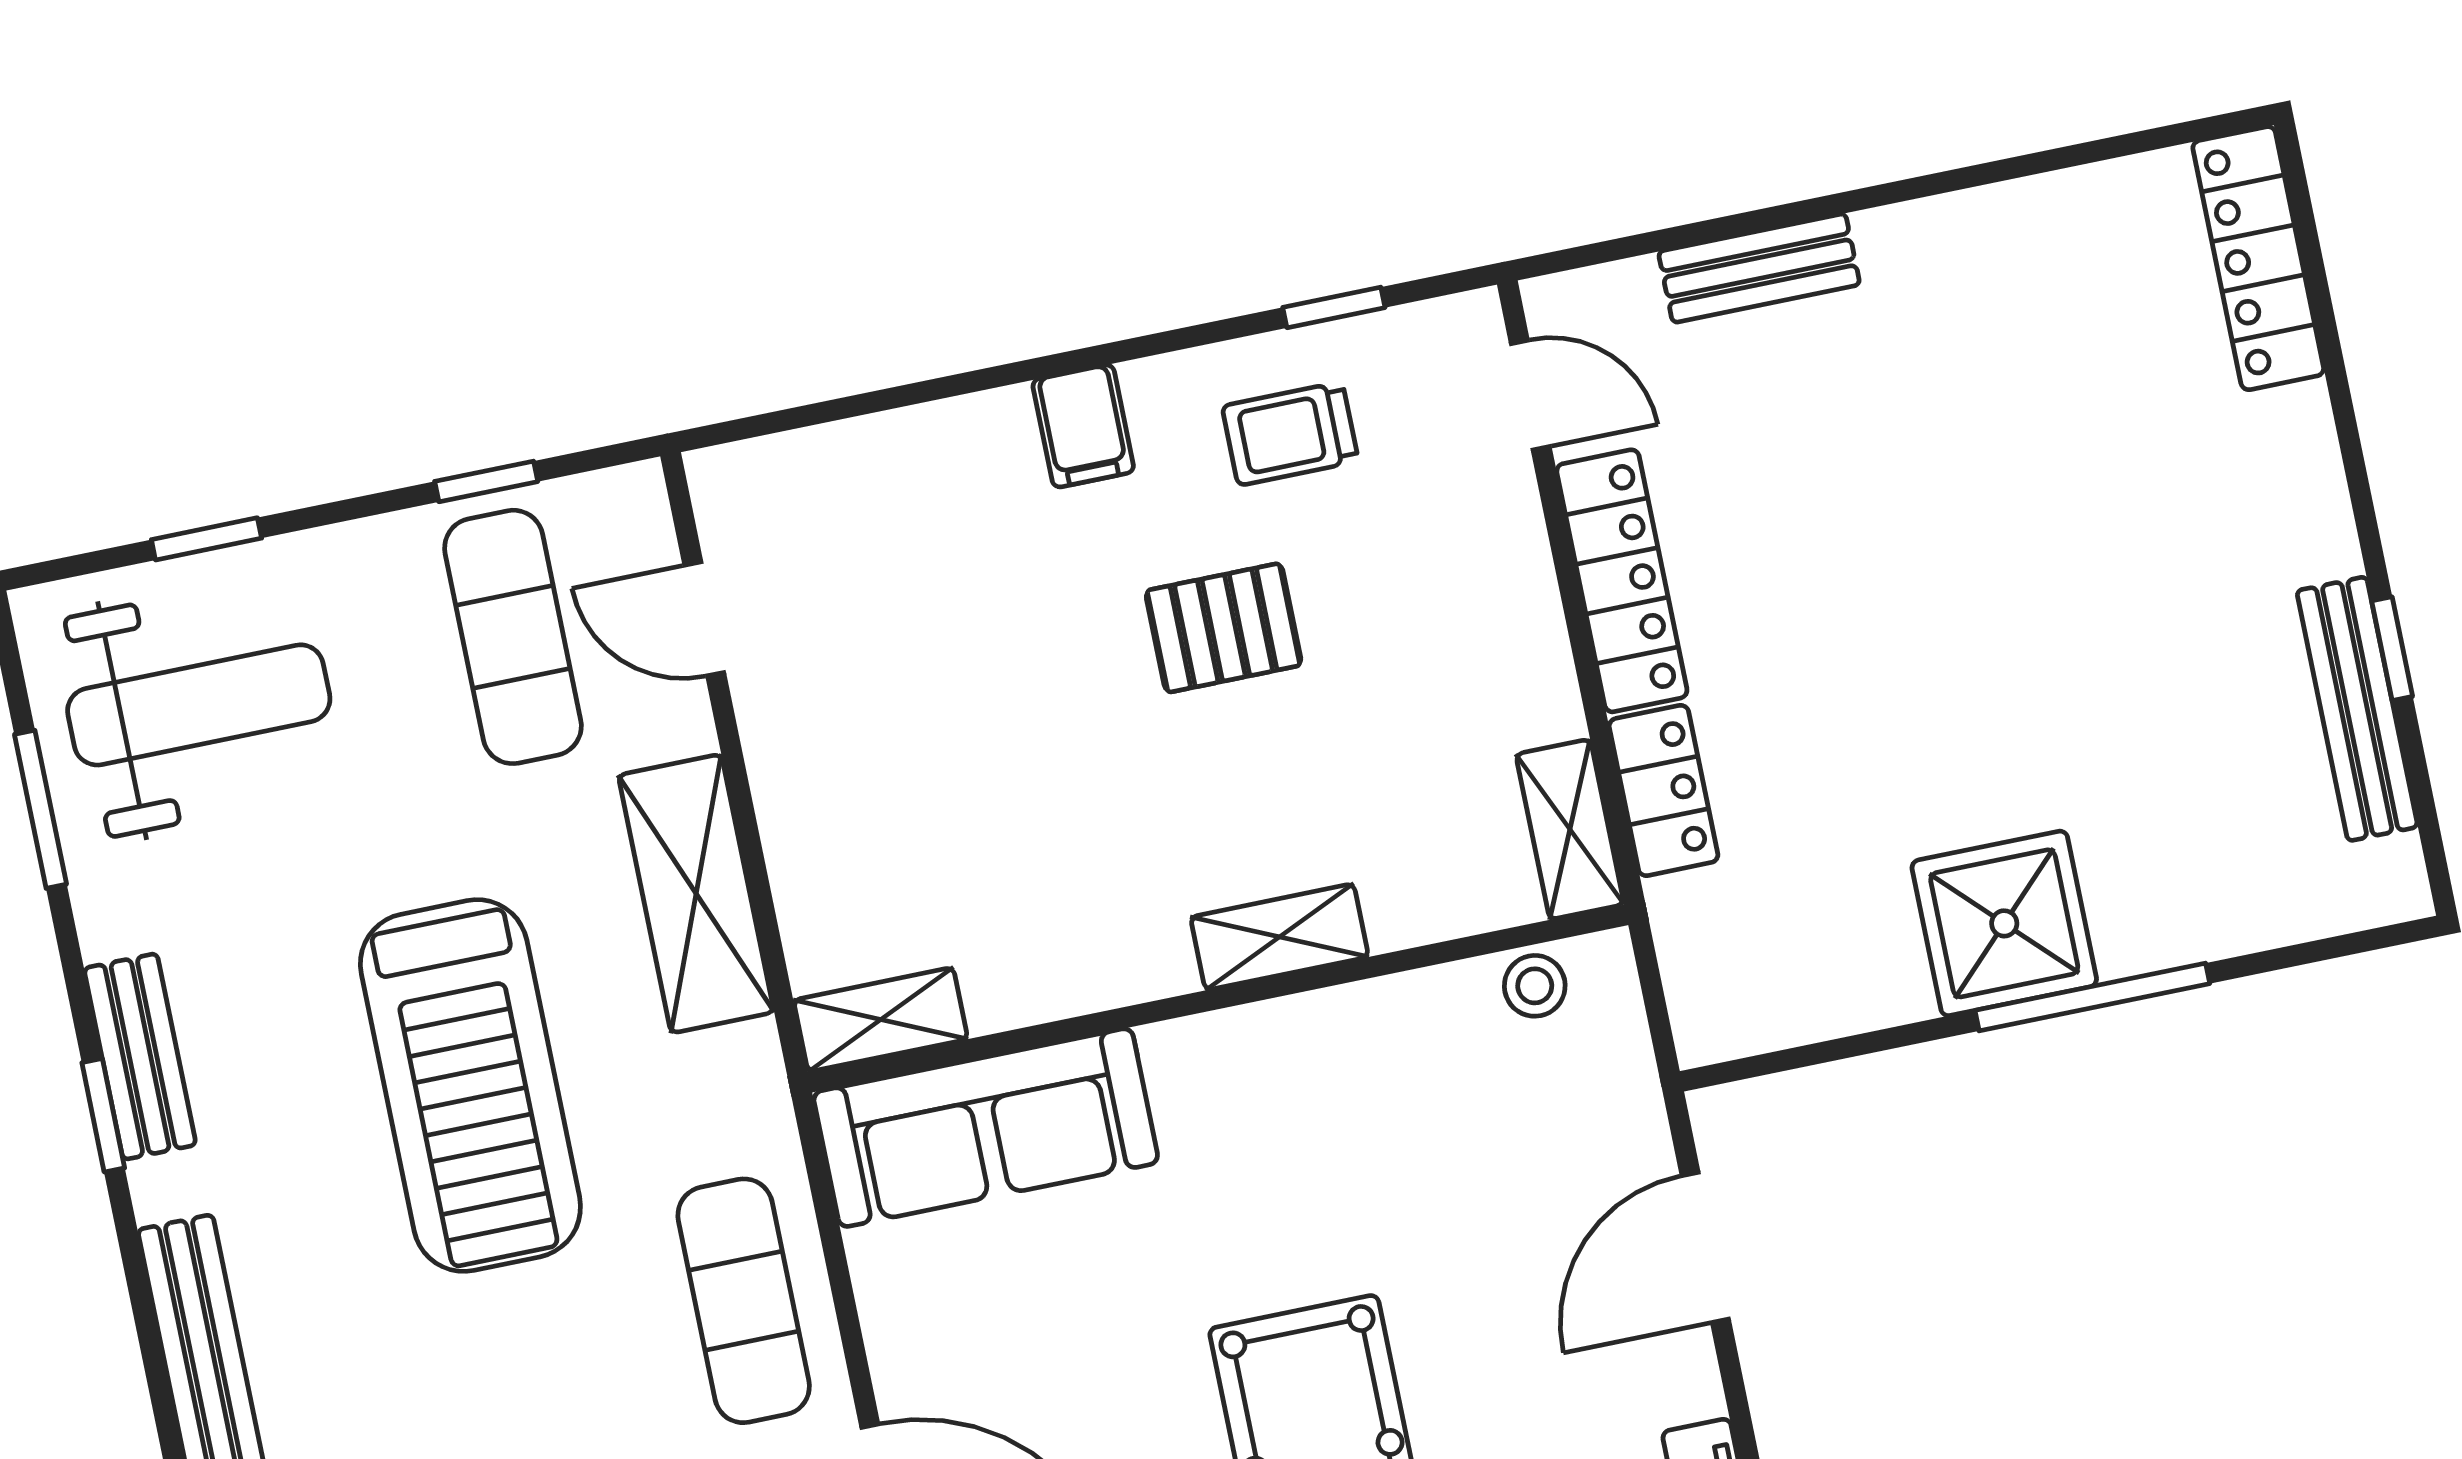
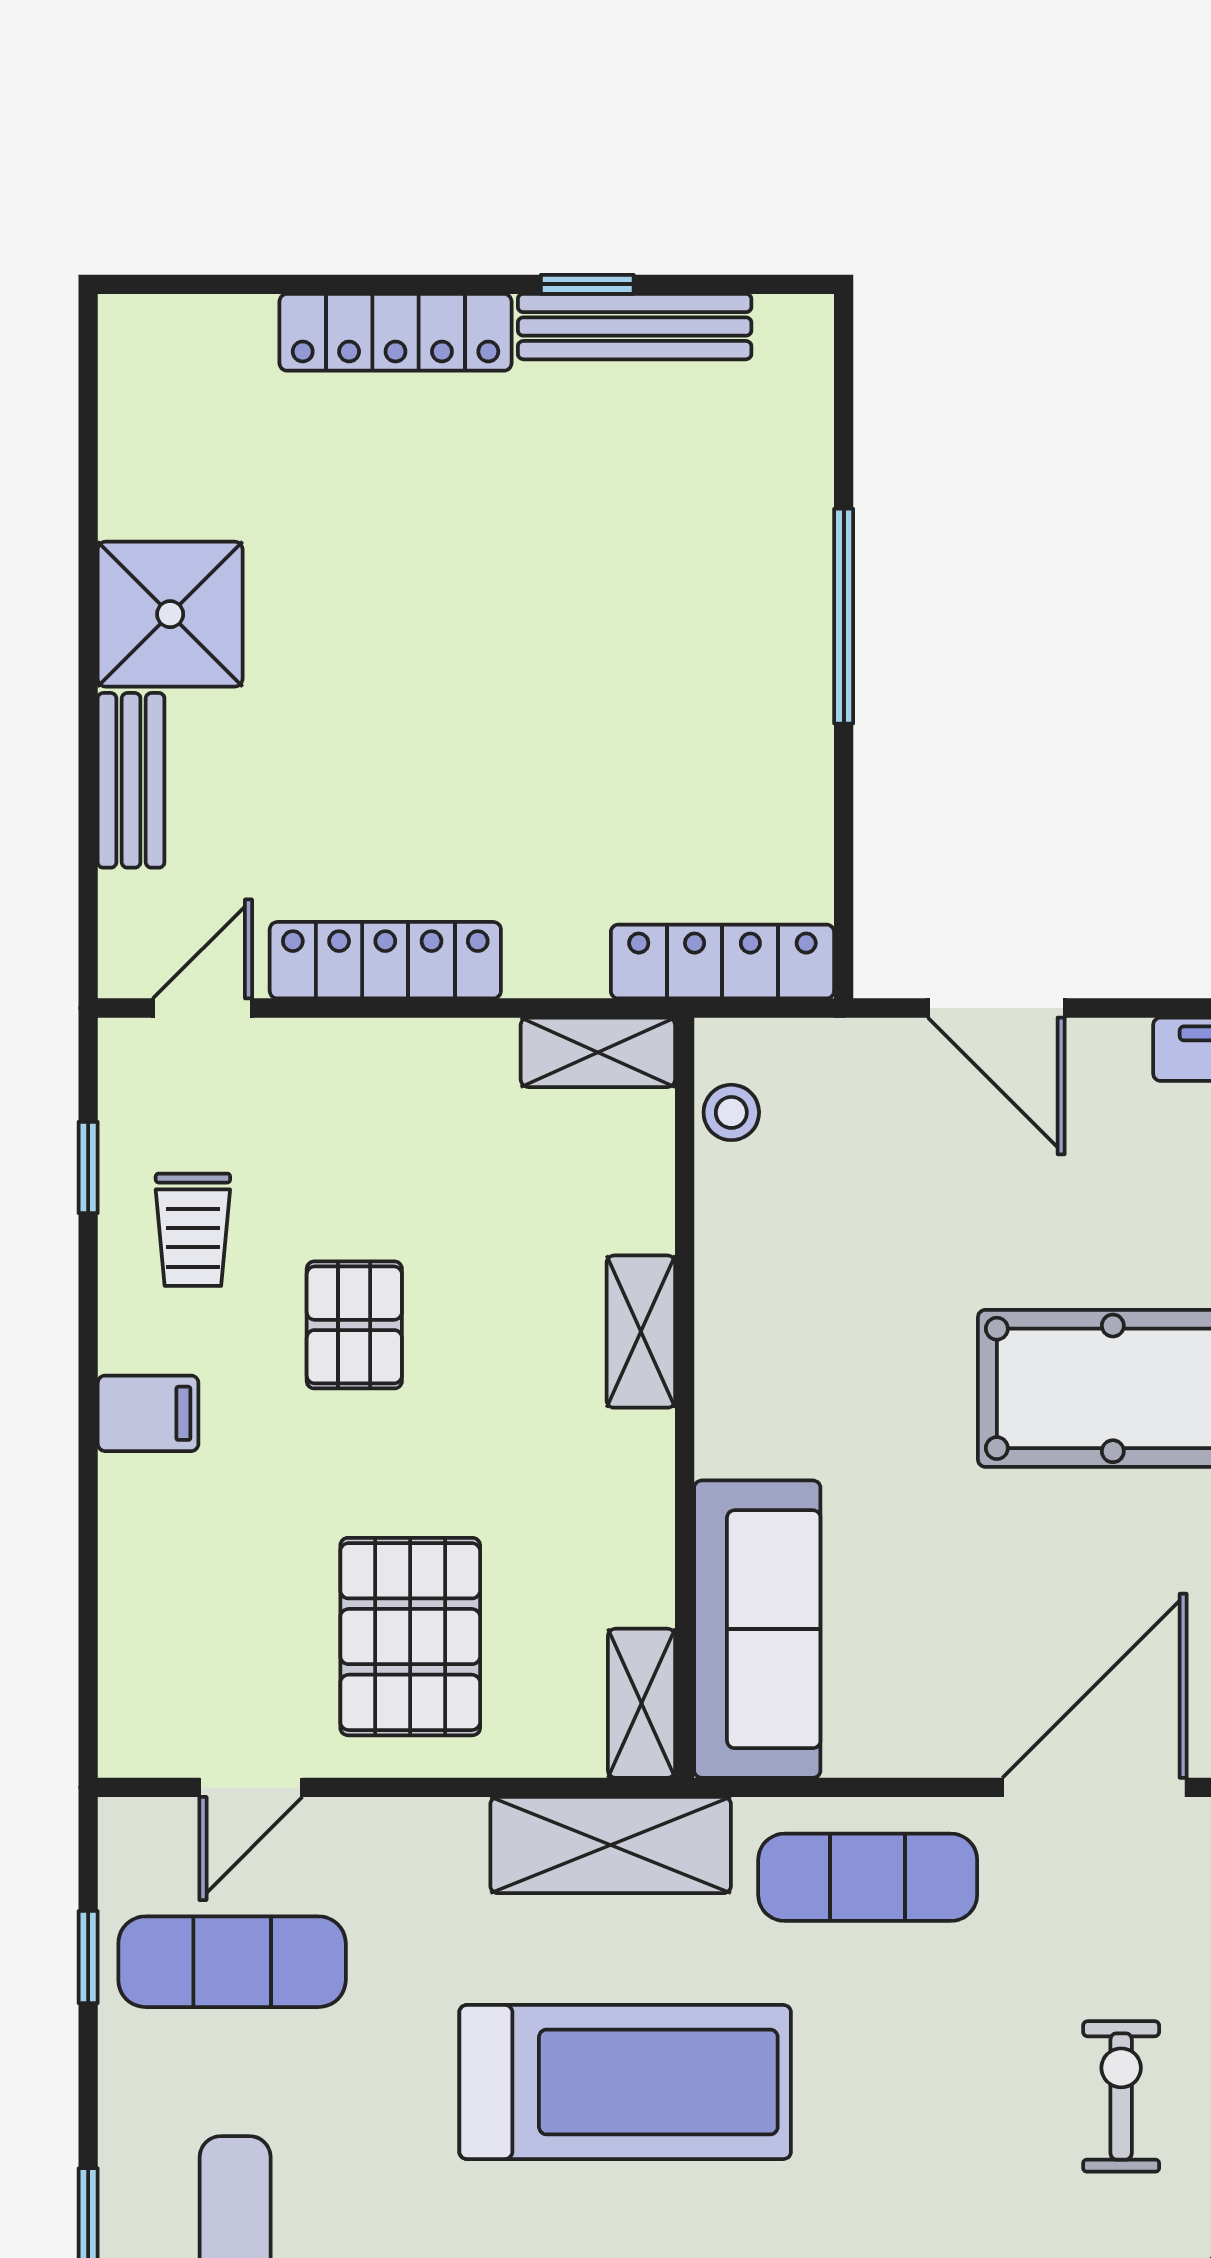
locker: (2258, 258) -> (395, 332), moved
pallet: (901, 757) -> (410, 1637), added
locker: (1663, 790) -> (722, 962), moved, width x1.53
shelving: (696, 894) -> (611, 1845), moved
shower: (2004, 923) -> (170, 614), moved

